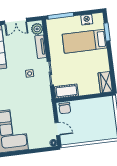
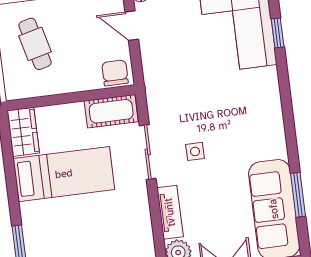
bed: (85, 41) -> (64, 174), moved
cafe table: (100, 121) -> (35, 44), added

